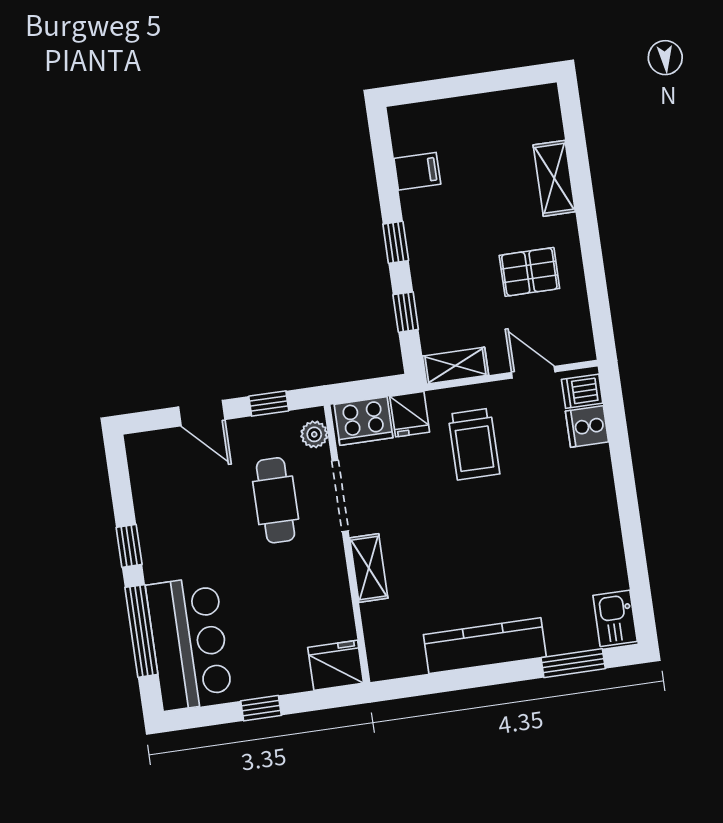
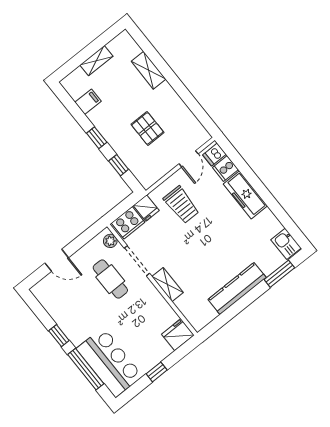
pallet: (529, 272) -> (147, 128), moved, turned 90
shelving: (455, 366) -> (96, 61), moved
door: (533, 372) -> (189, 159), swing flipped
window: (269, 404) -> (83, 239), removed
freezer: (595, 492) -> (245, 195), added

